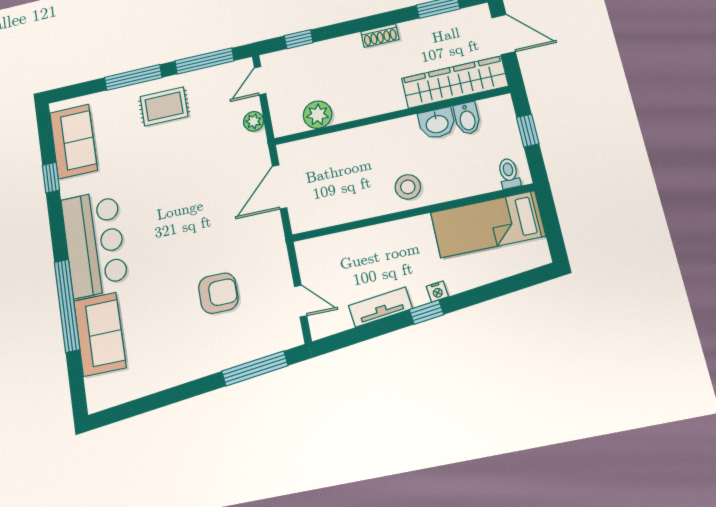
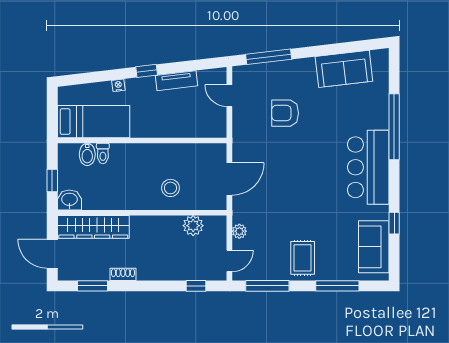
shoe rack: (380, 36) -> (123, 274), moved
window: (133, 77) -> (337, 286), moved
rug: (164, 106) -> (303, 258), turned 90
bidet: (467, 118) -> (87, 154), moved, turned 180
washbasin: (437, 123) -> (69, 200), moved
toilet: (509, 173) -> (103, 153), moved
stool: (408, 187) -> (170, 188), moved
nightstand: (437, 292) -> (118, 85), moved
sofa: (100, 334) -> (344, 69), moved, turned -97

